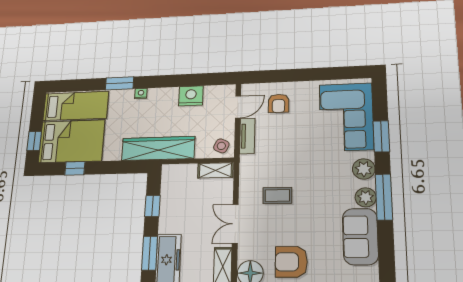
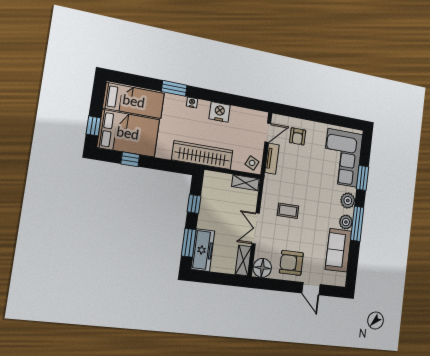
nightstand: (191, 96) -> (220, 112), moved

